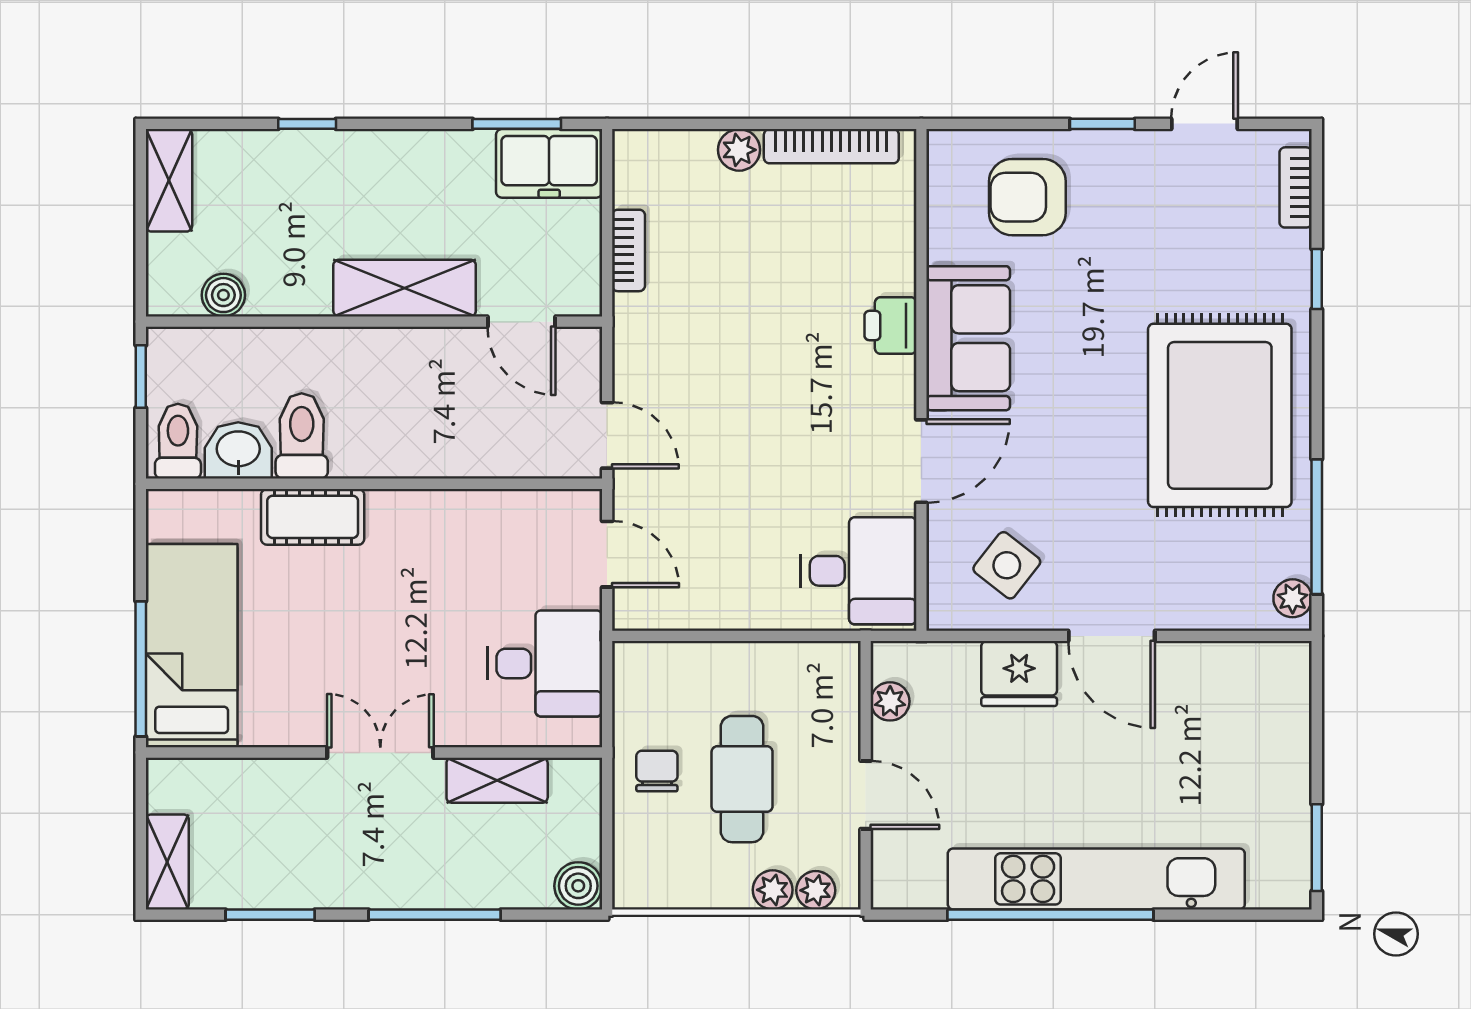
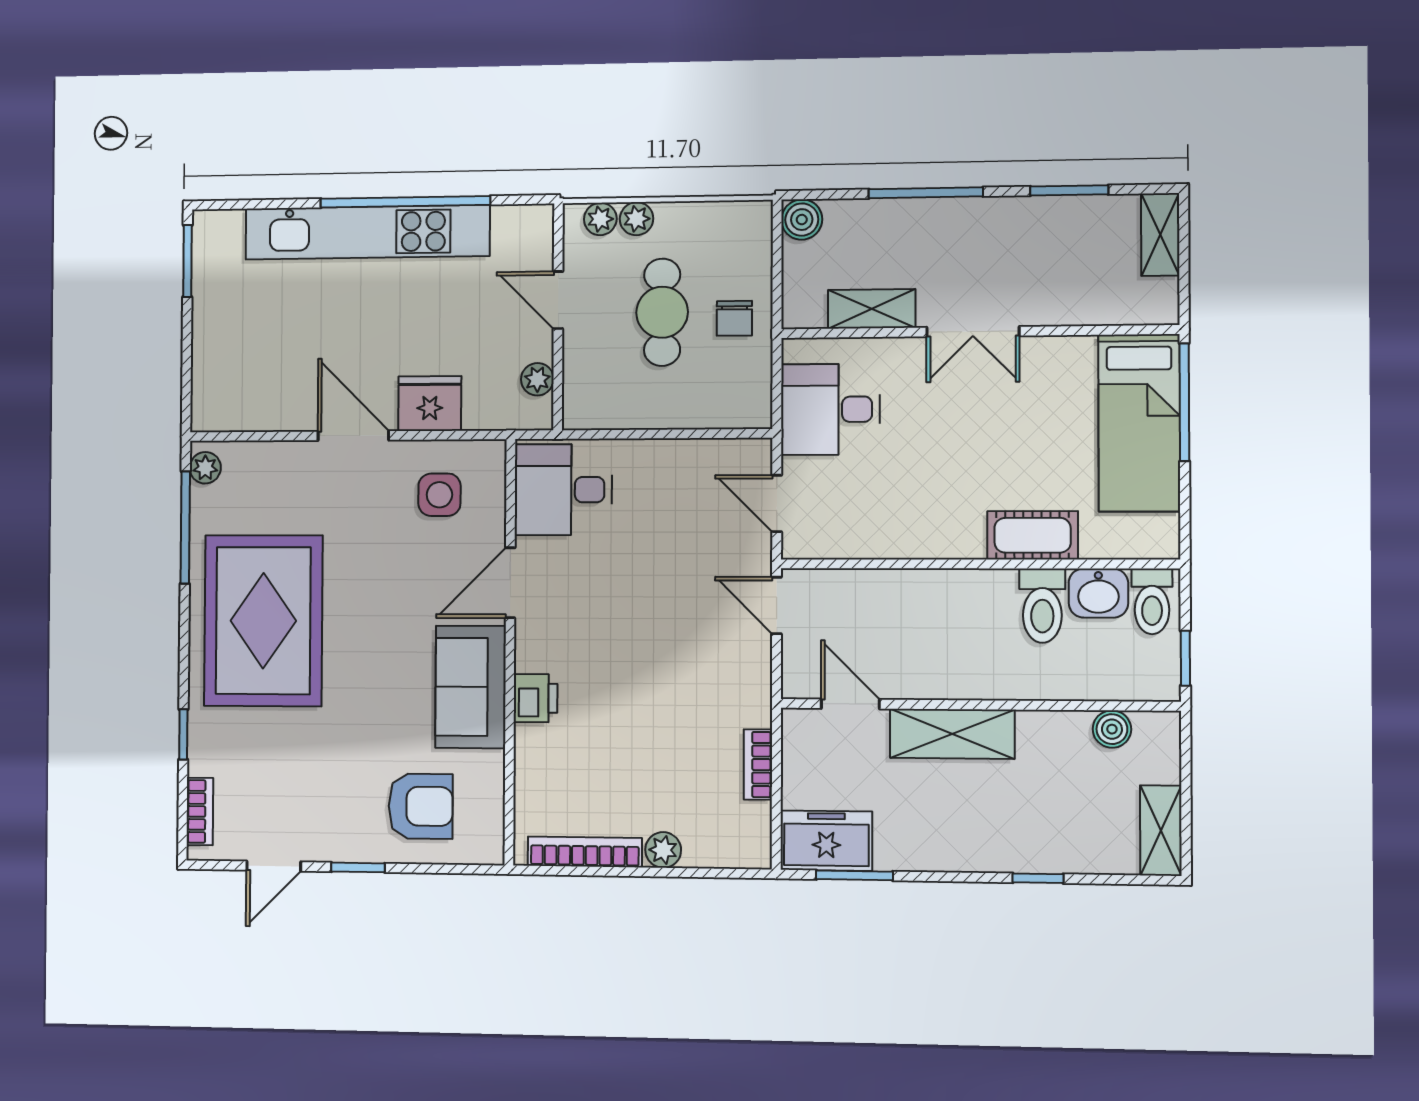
side table: (1007, 565) -> (439, 495), turned -38

